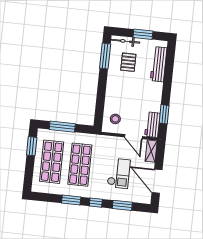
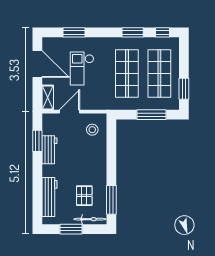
workbench: (152, 125) -> (49, 150), moved
door: (133, 137) -> (70, 112), hinge flipped
window: (96, 203) -> (162, 32), moved

